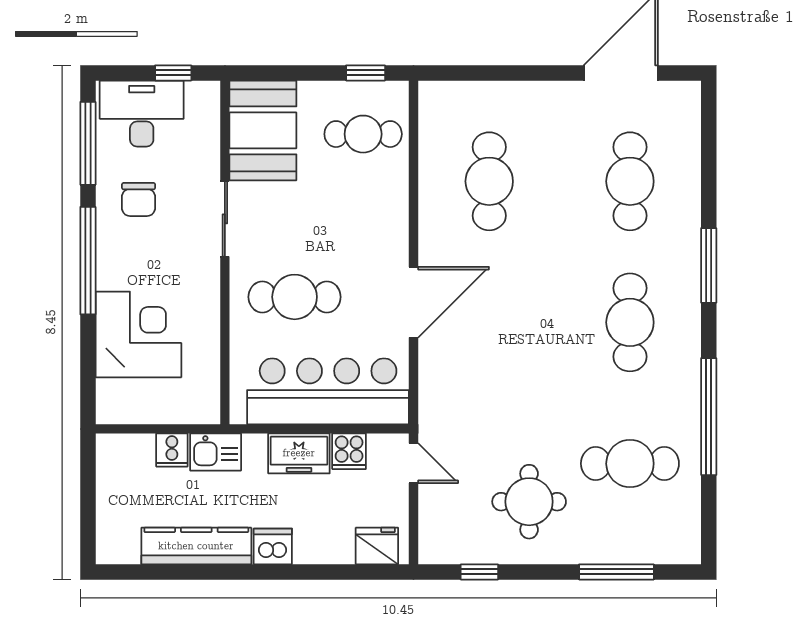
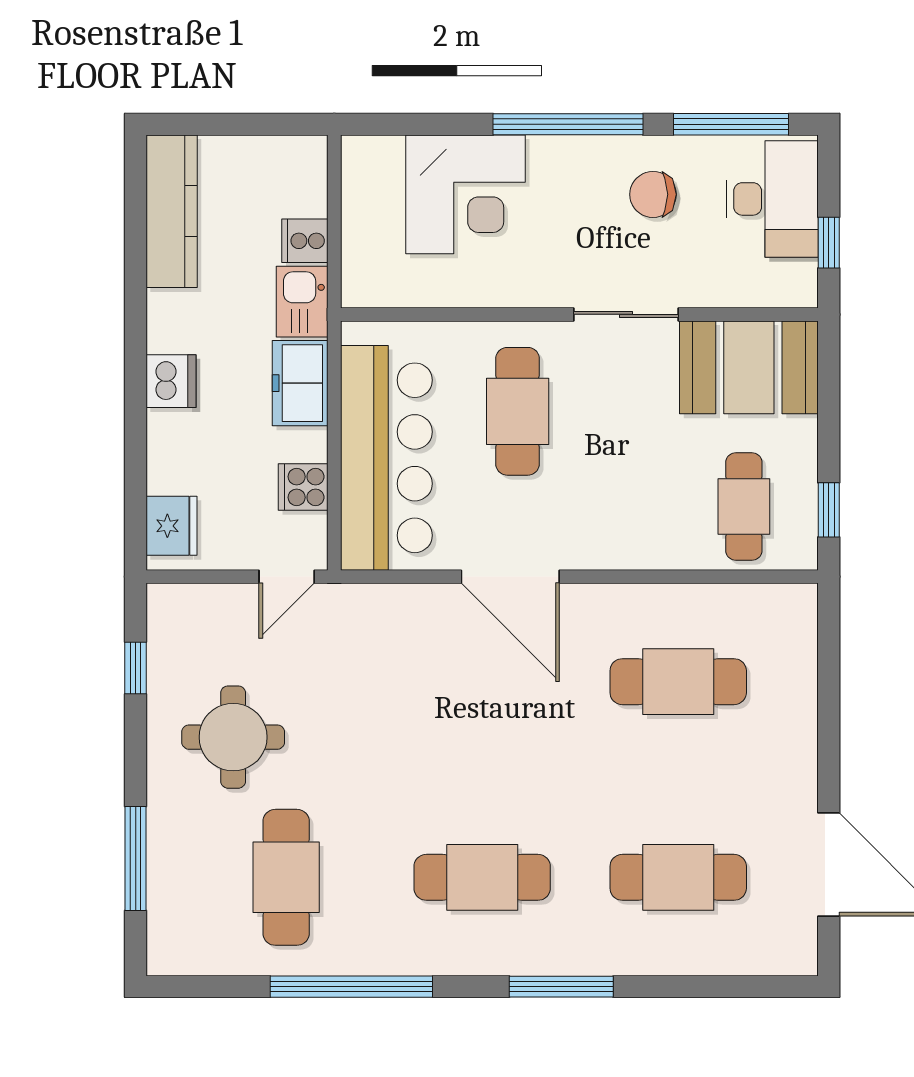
freezer: (299, 453) -> (300, 383), moved
kitchen counter: (196, 546) -> (172, 211), moved

